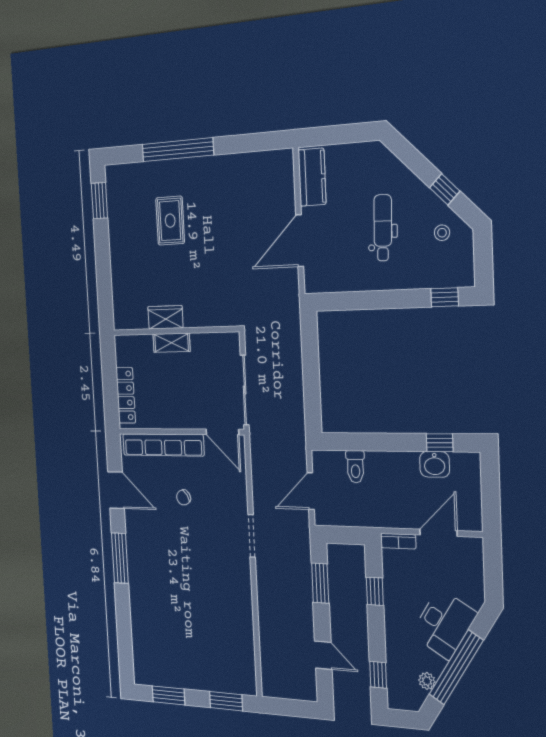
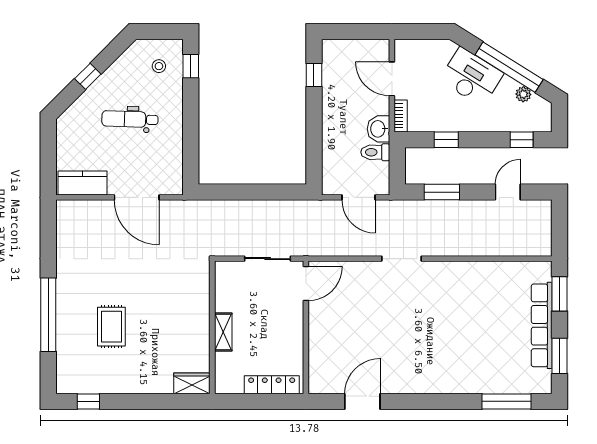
window: (445, 189) -> (88, 76), moved
window: (99, 201) -> (88, 401), width x0.67
rug: (170, 221) -> (111, 327), turned 90
stool: (442, 233) -> (159, 66), moved
wardrobe: (165, 317) -> (192, 383), moved, turned 90
sliding door: (245, 390) -> (268, 259), width x0.73
row of seats: (163, 445) -> (542, 325), moved, turned 180
washbasin: (435, 464) -> (378, 129), moved, turned 180
toilet: (355, 467) -> (375, 152), moved, turned 180
chair: (184, 497) -> (368, 328), removed
window: (120, 558) -> (507, 401), moved

